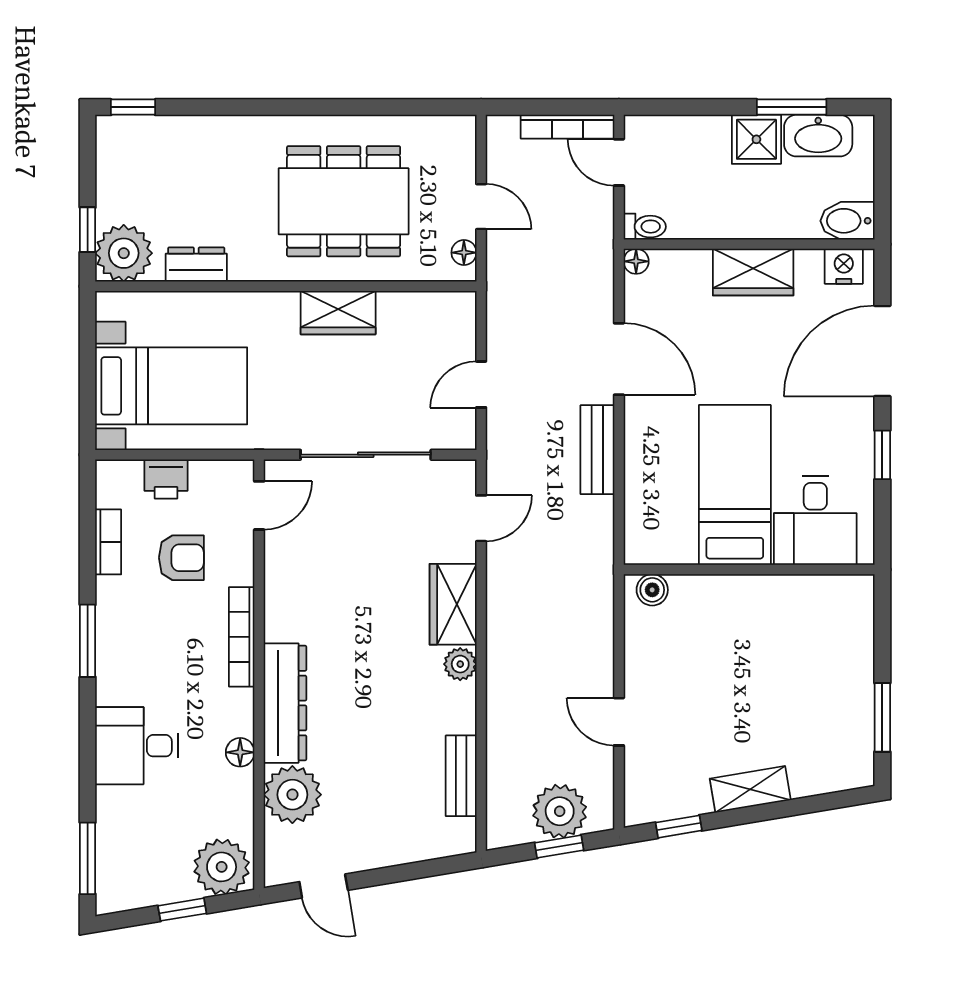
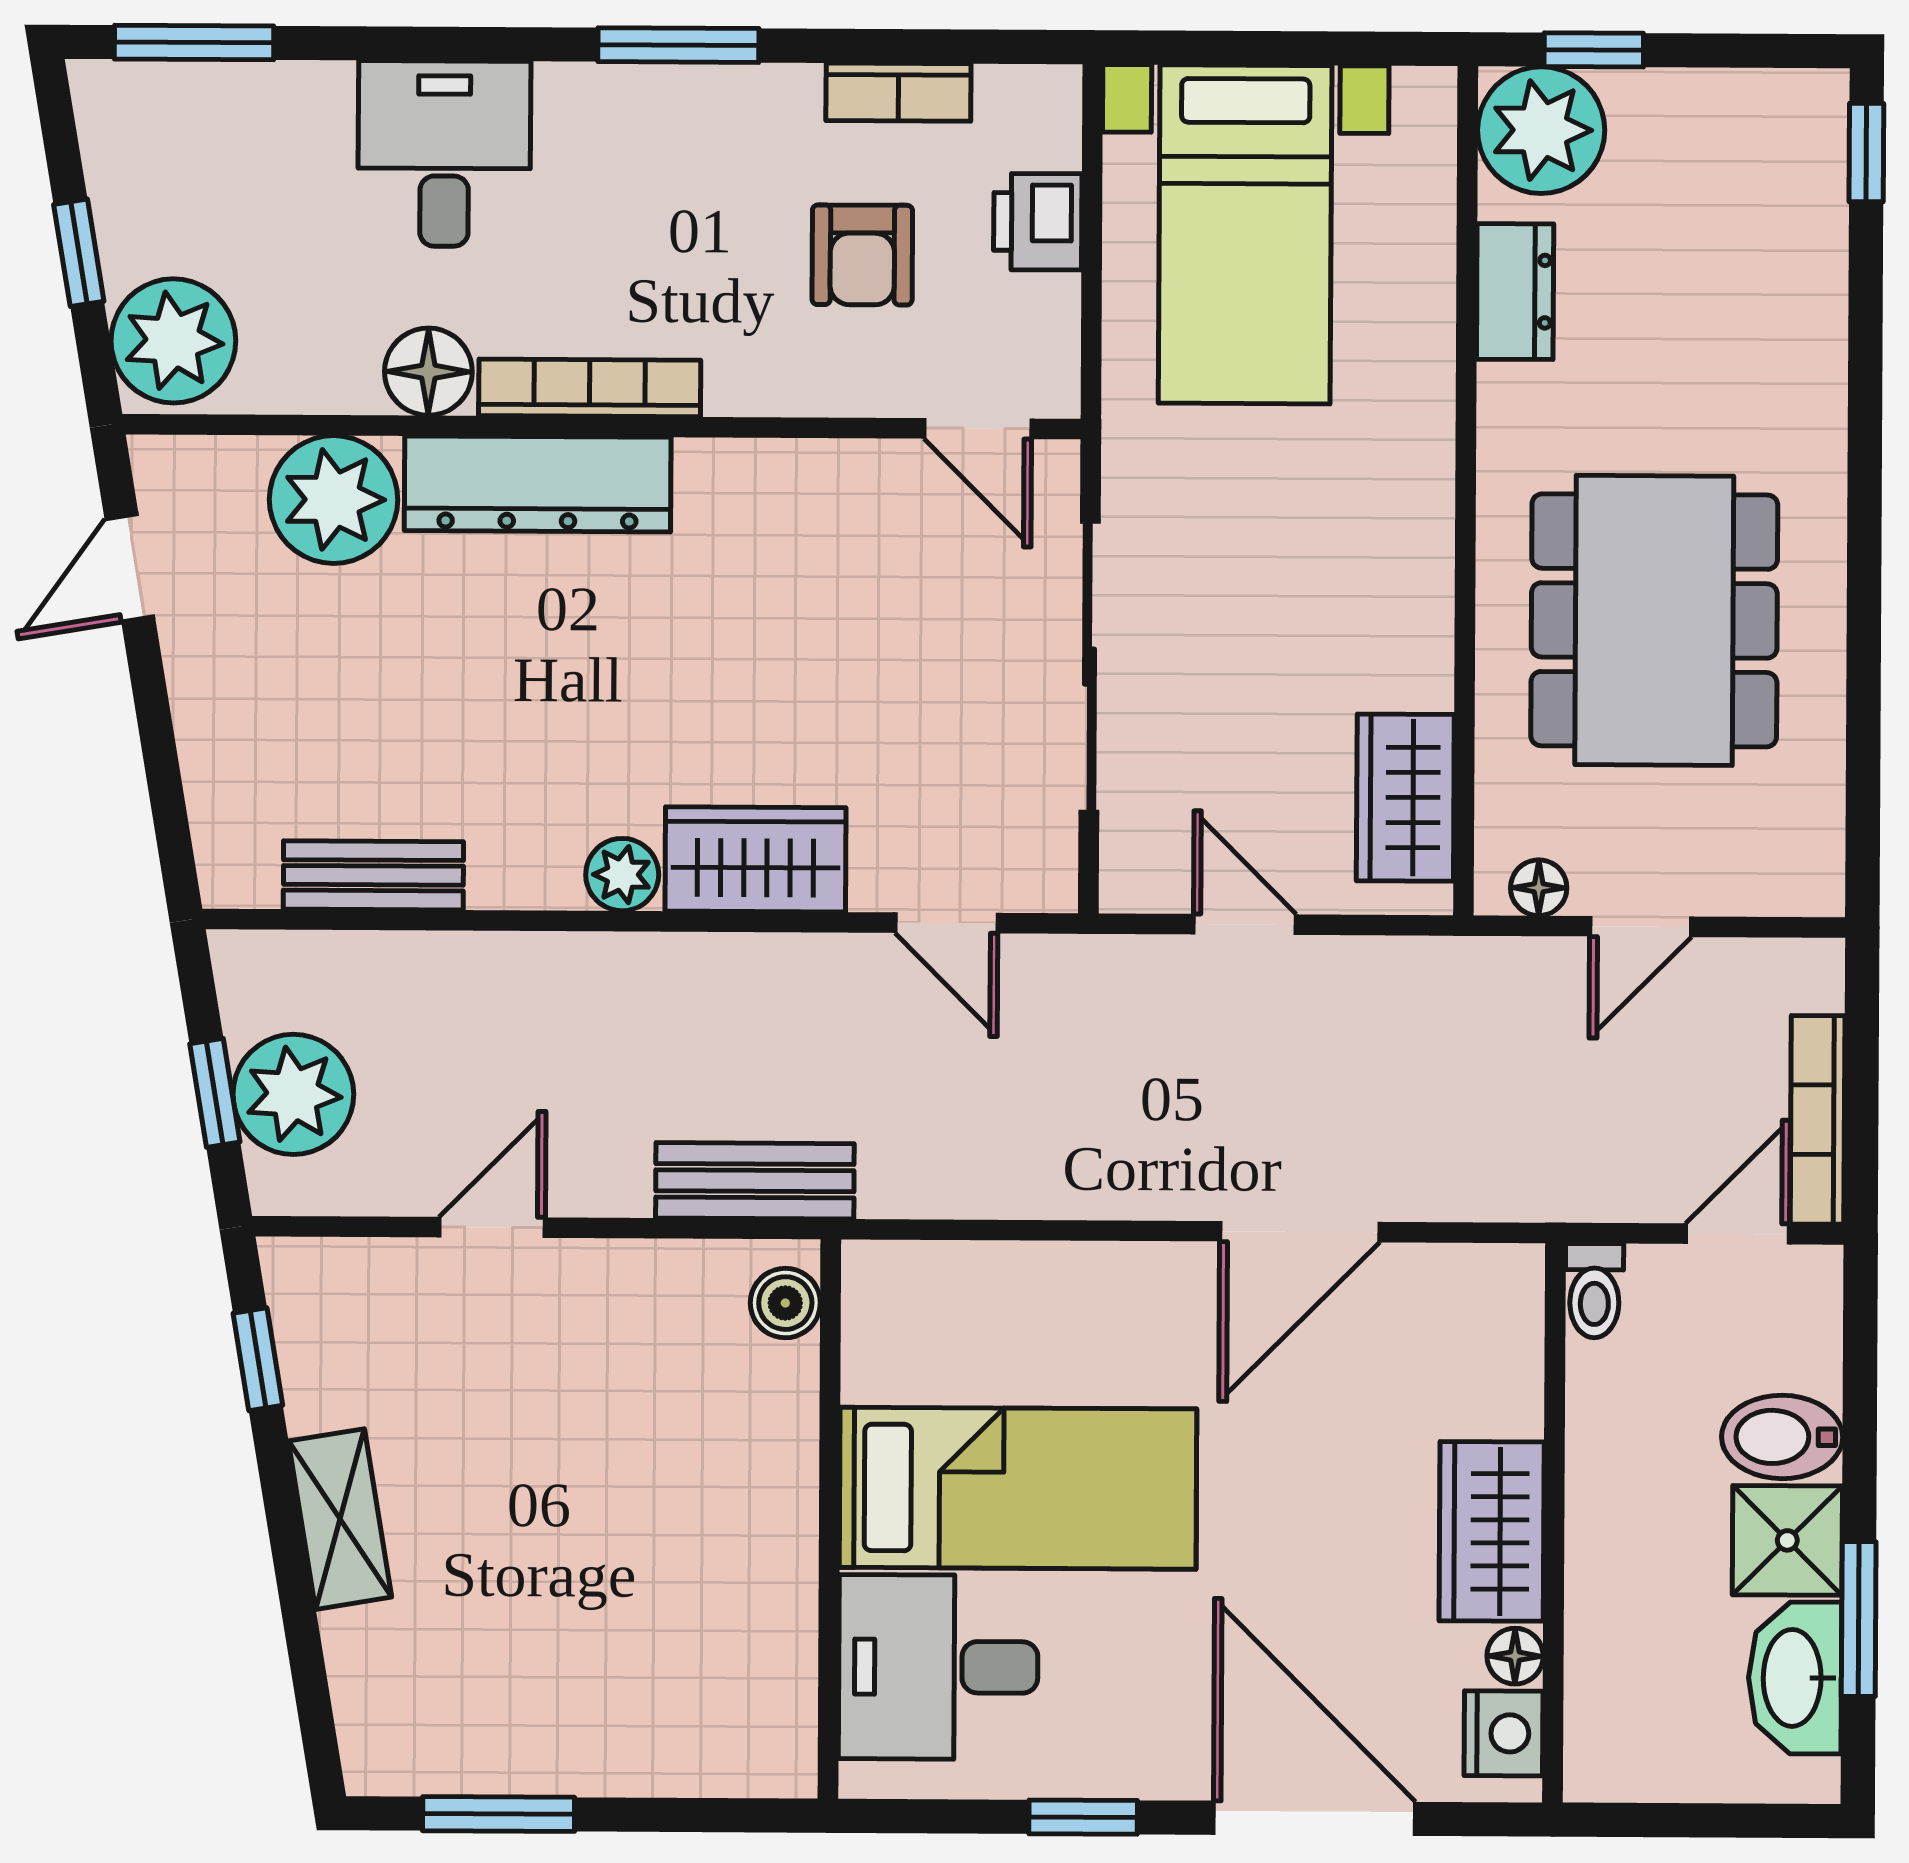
bidet: (848, 221) -> (1782, 1437), moved, turned -90
floor lamp: (636, 261) -> (1515, 1656), moved
wardrobe: (338, 313) -> (1405, 798), moved
bench: (597, 450) -> (755, 1181), moved
bookcase: (242, 637) -> (590, 388), moved
floor lamp: (240, 752) -> (428, 372), width x1.37, depth x1.37

